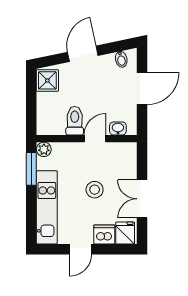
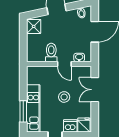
door: (95, 139) -> (64, 64), swing flipped
plant: (44, 149) -> (31, 71), removed
window: (31, 169) -> (23, 111), moved
double door: (142, 199) -> (95, 90), moved

